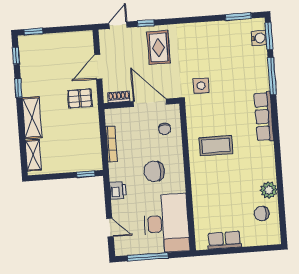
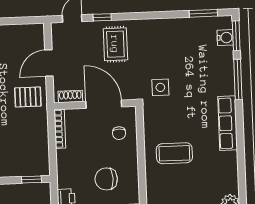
bookcase: (111, 144) -> (60, 129), moved

